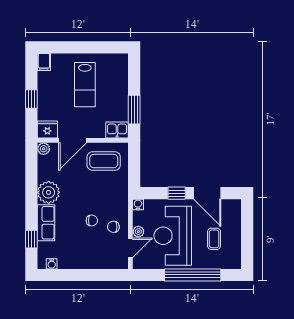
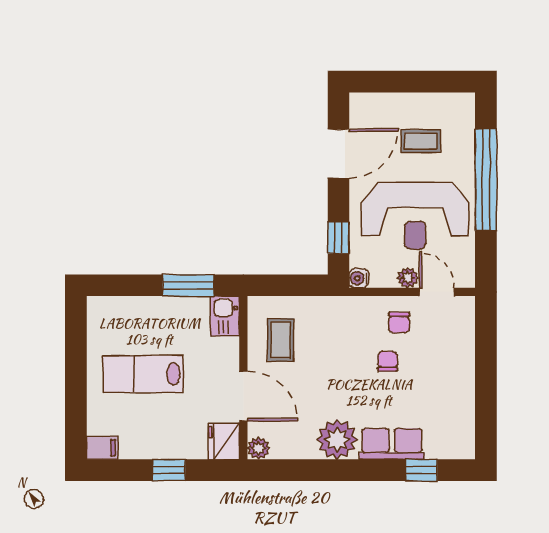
lab bench: (85, 85) -> (143, 374), turned 180
coffee table: (104, 161) -> (281, 340), width x0.73, depth x0.77
window: (177, 193) -> (338, 238), moved
water cooler: (52, 264) -> (466, 434), removed

